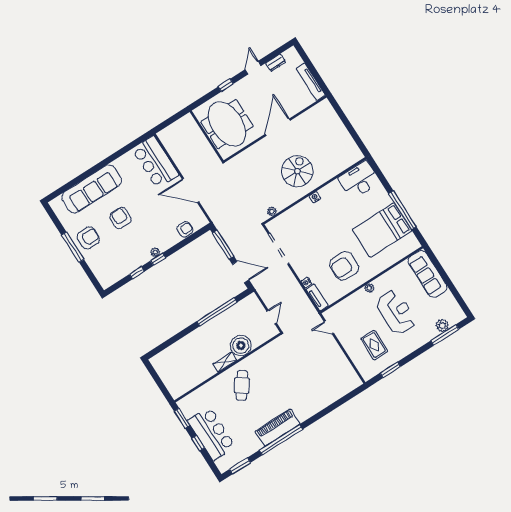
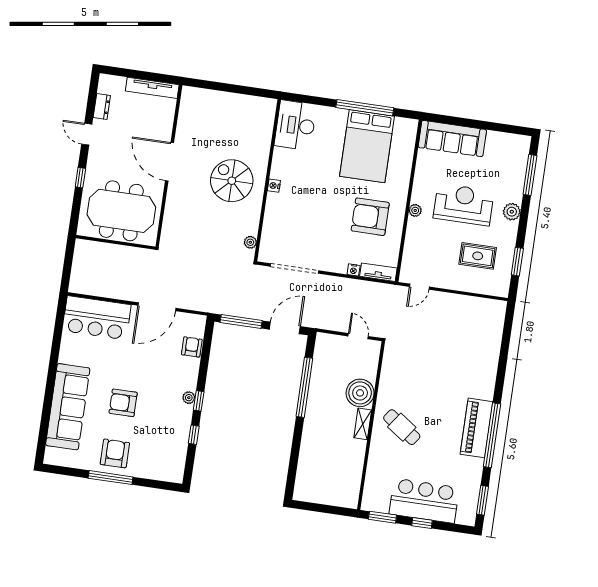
armchair: (344, 266) -> (370, 217), turned 90
plant: (442, 325) -> (512, 212), moved

